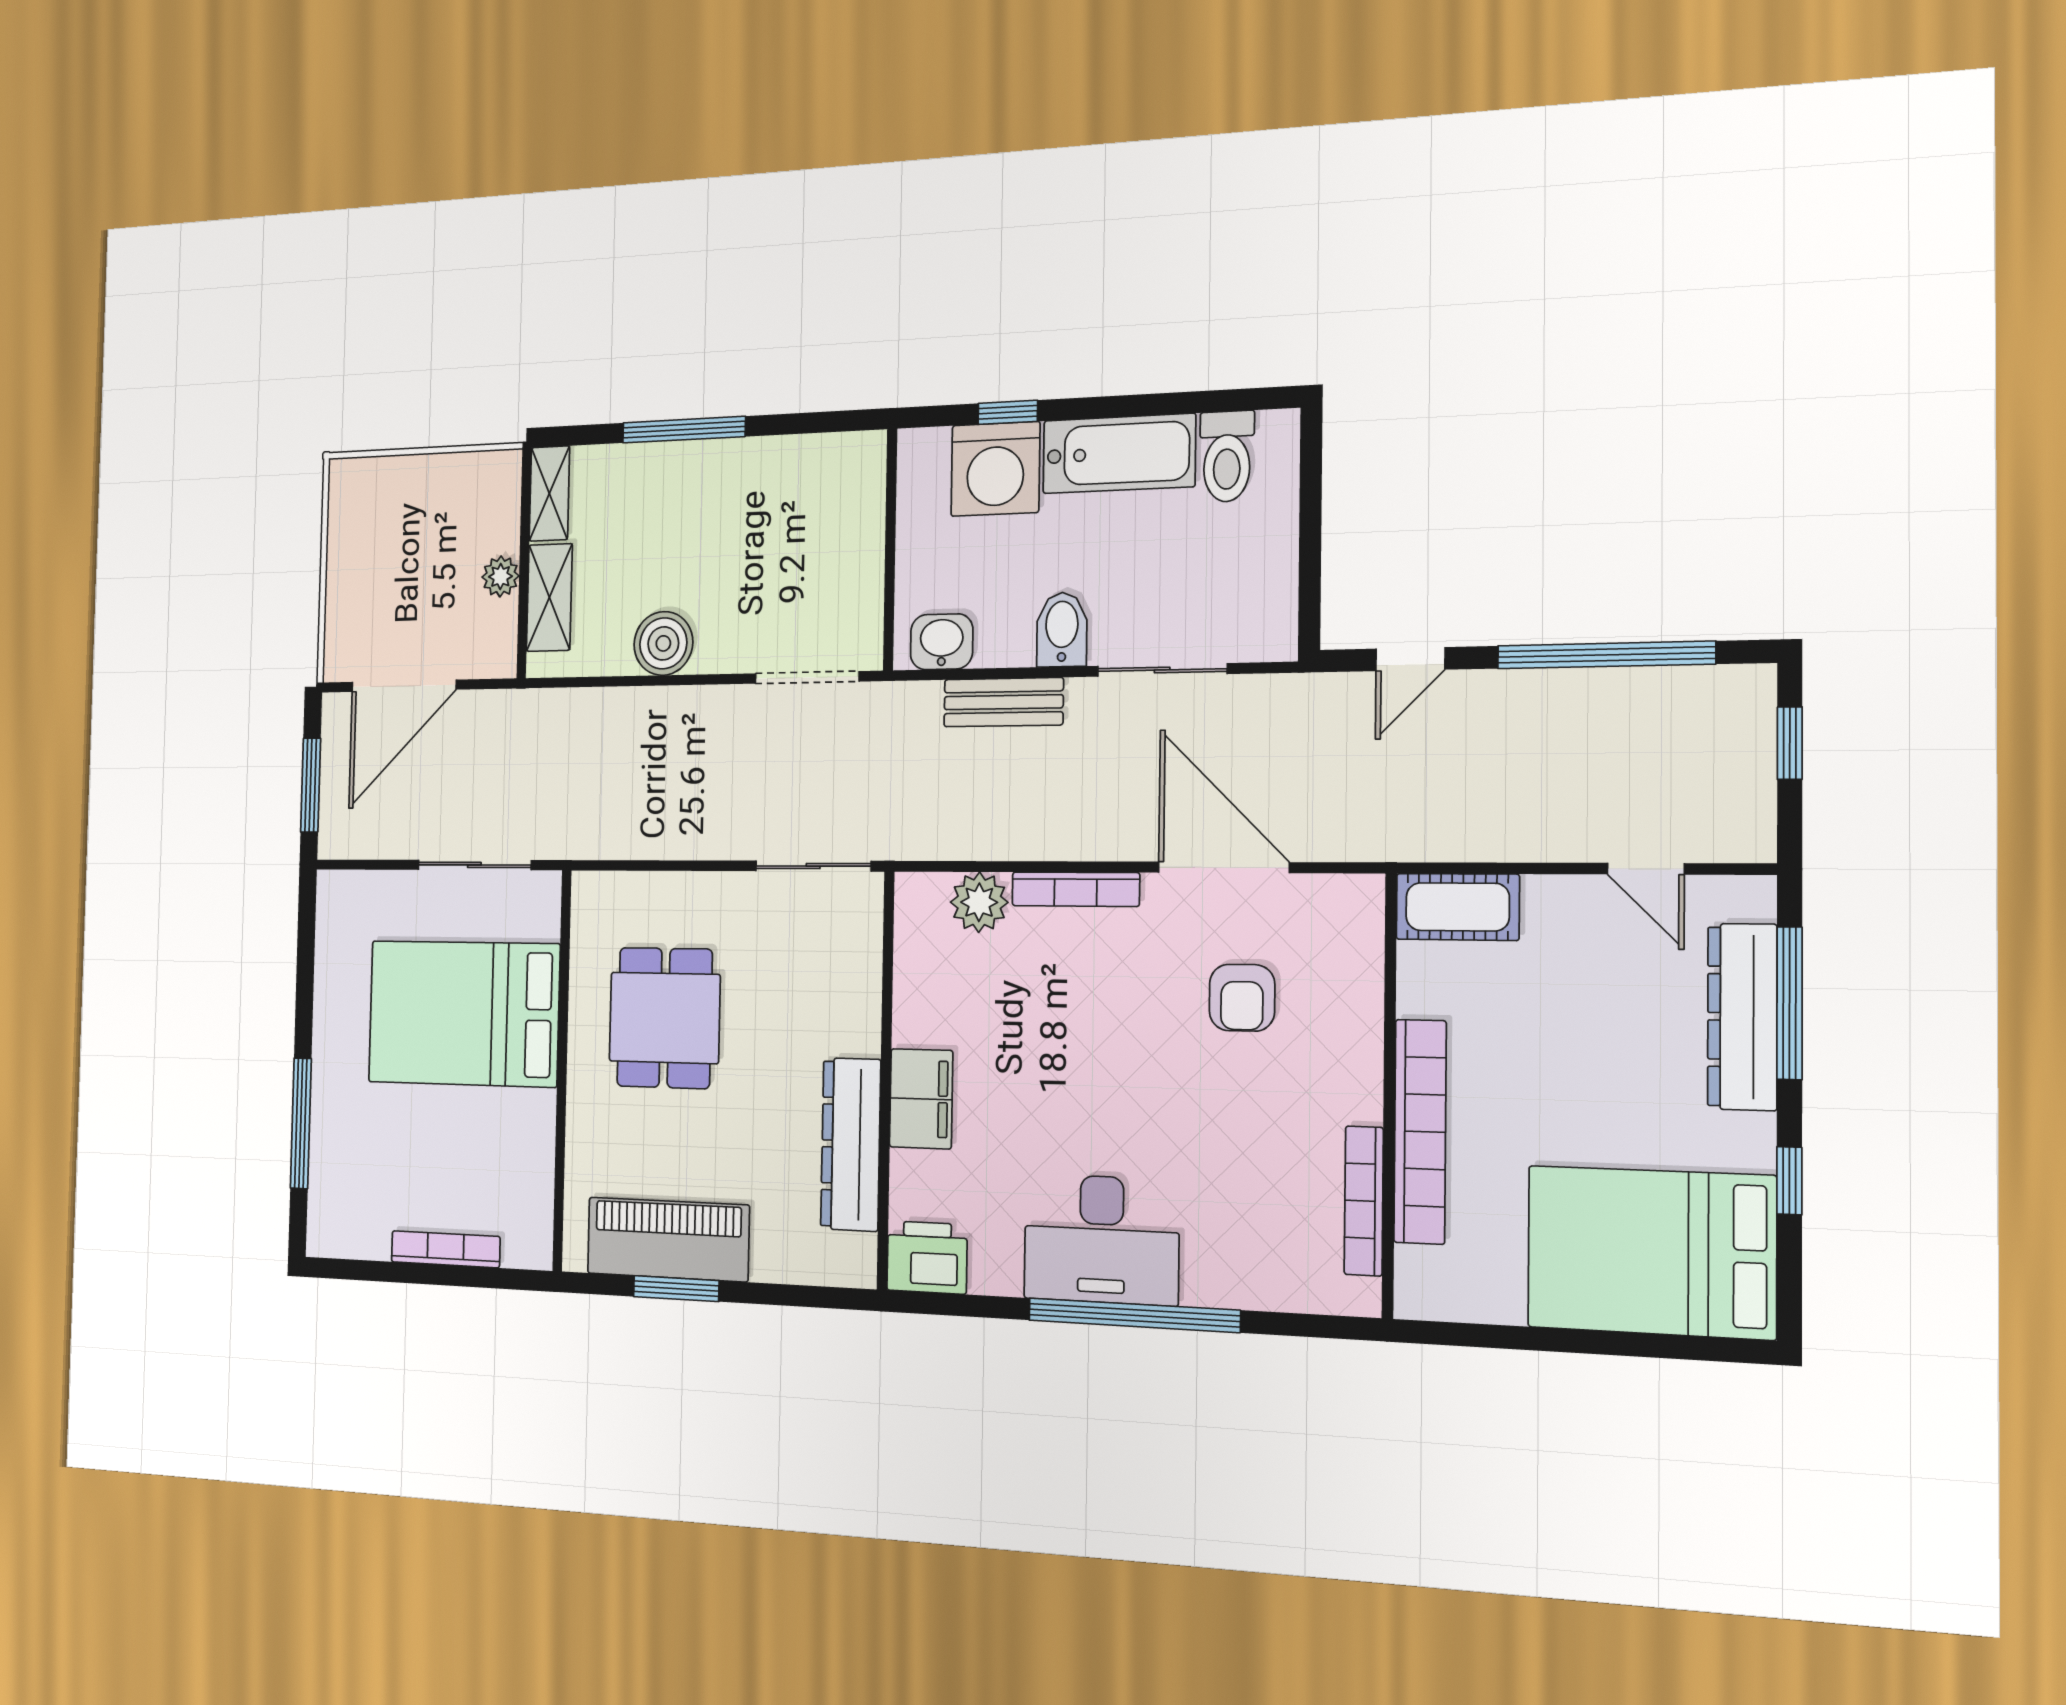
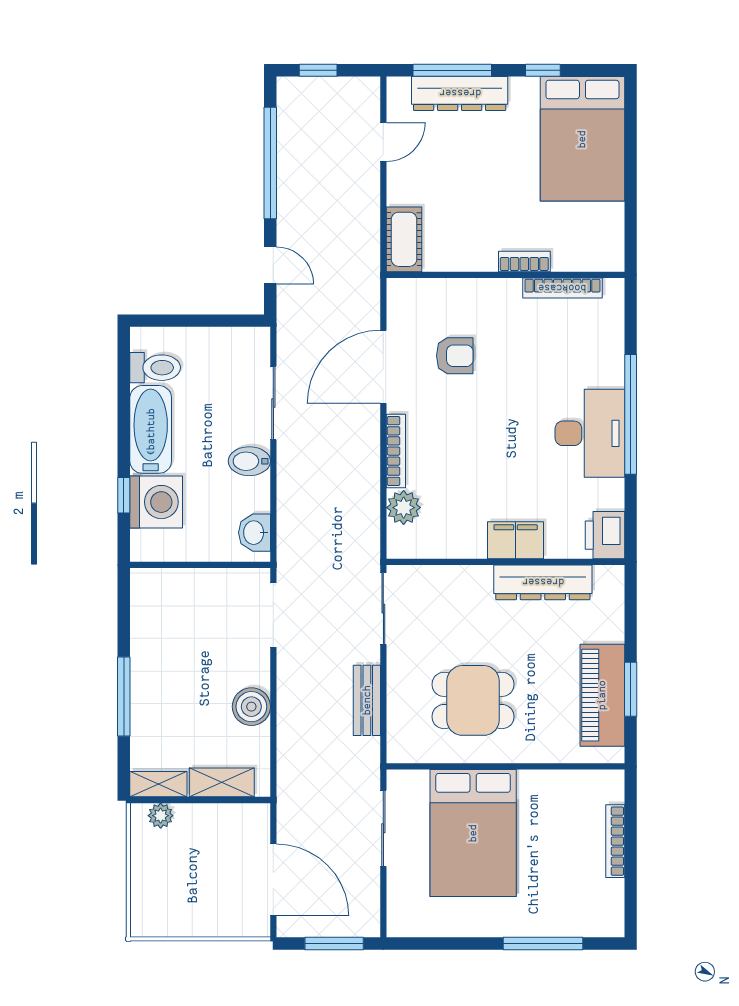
plant: (501, 576) -> (161, 816), moved
bench: (1003, 702) -> (367, 700), moved
bookcase: (1420, 1132) -> (524, 262), width x0.43, depth x0.76

